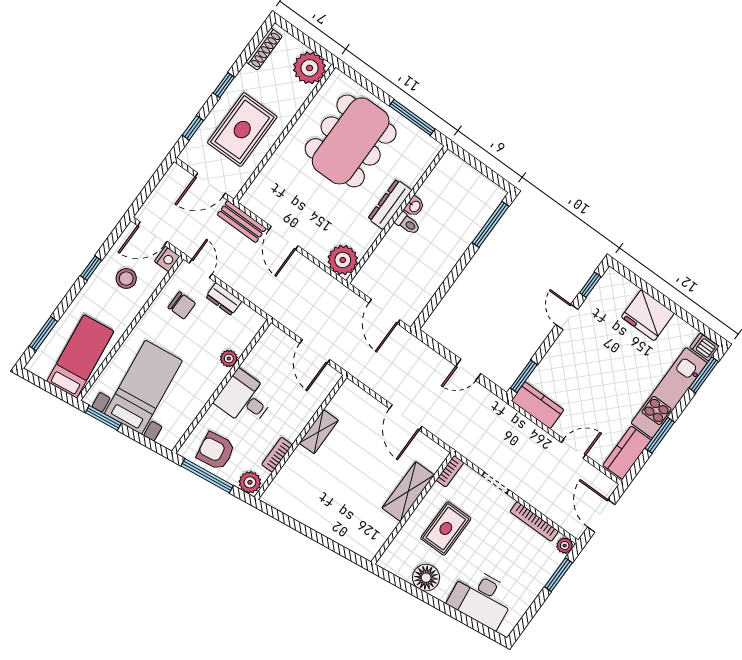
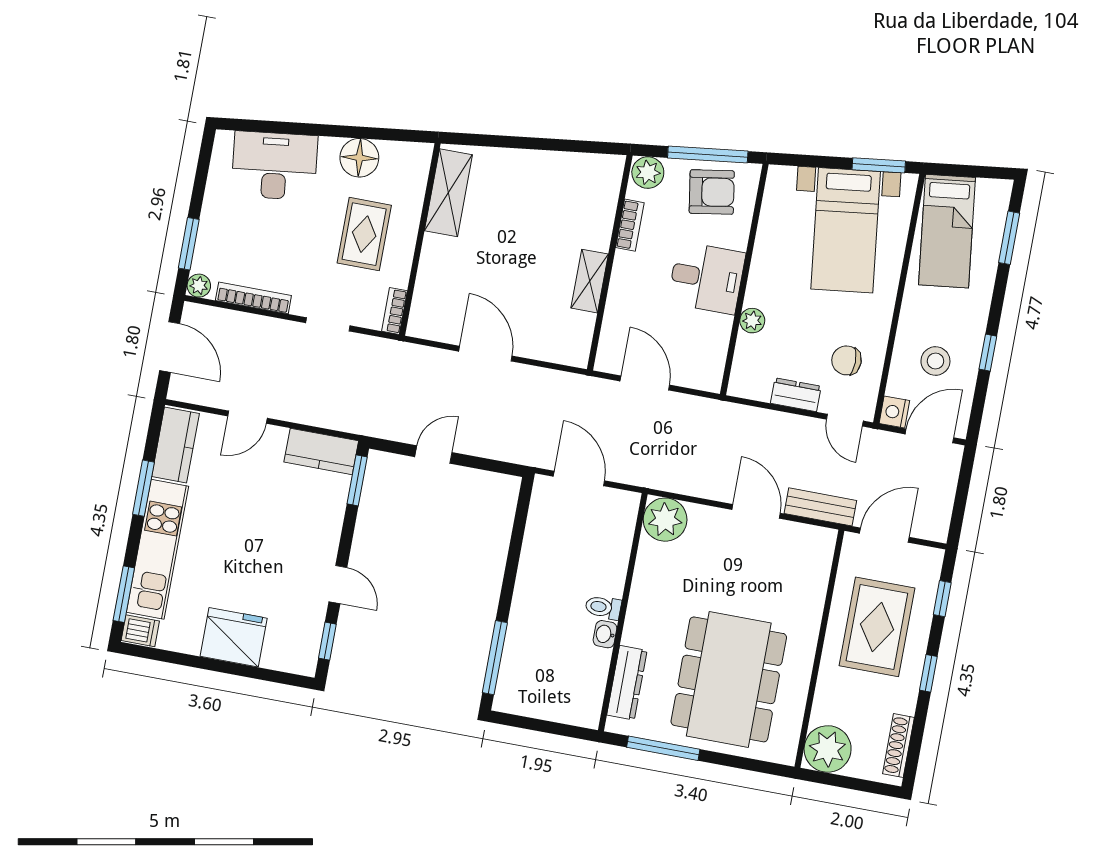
dresser: (390, 204) -> (627, 683), moved
shelving: (408, 492) -> (448, 193), moved

